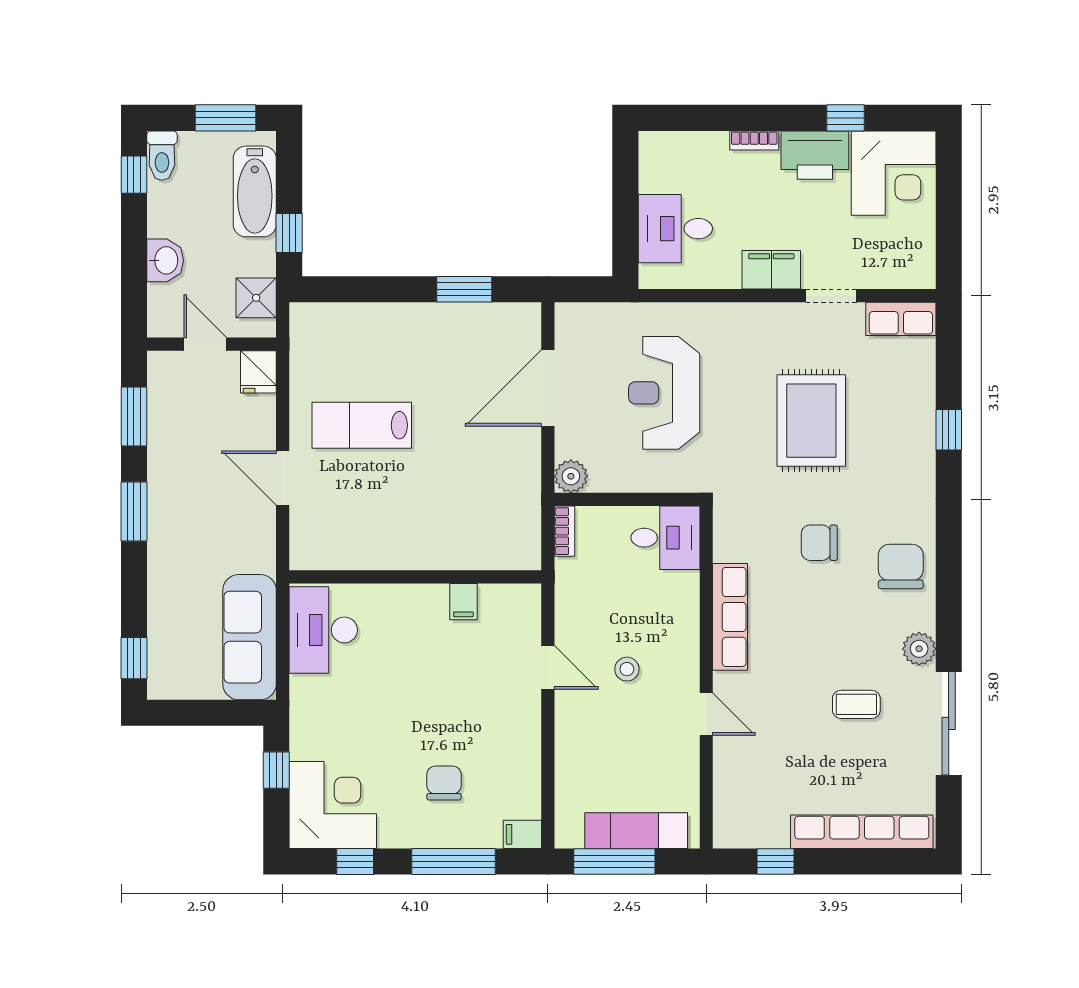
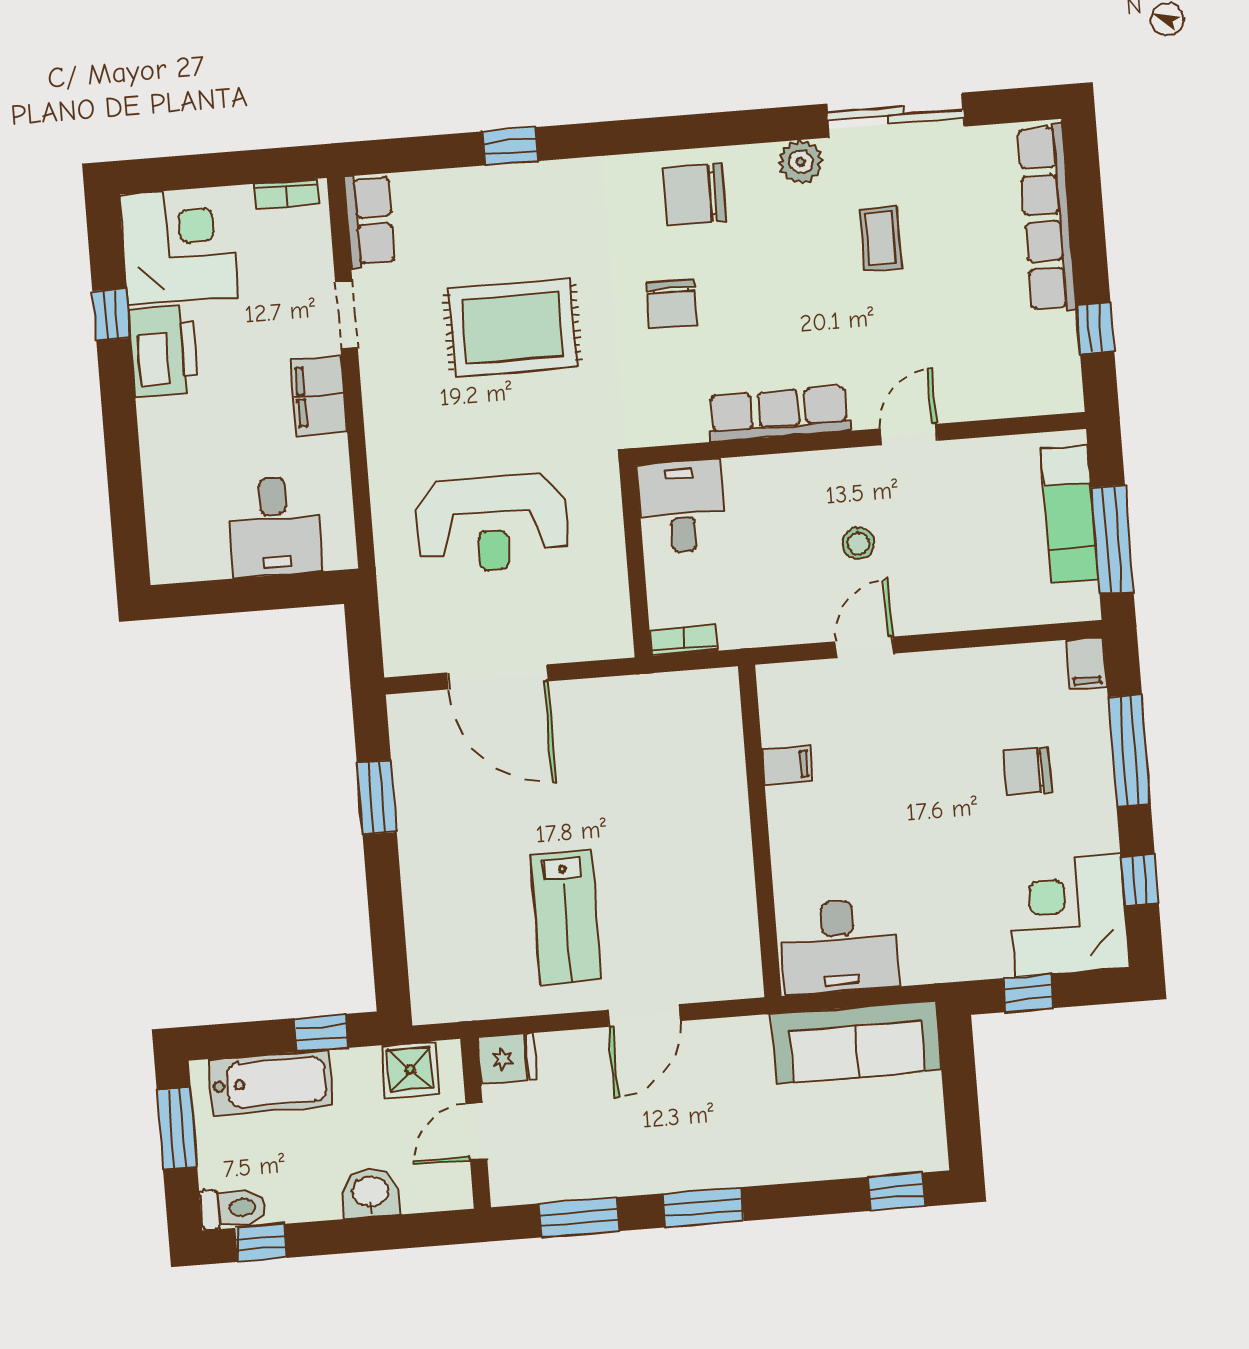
bookcase: (754, 140) -> (286, 194), moved, turned 90
plant: (571, 476) -> (611, 637), removed

